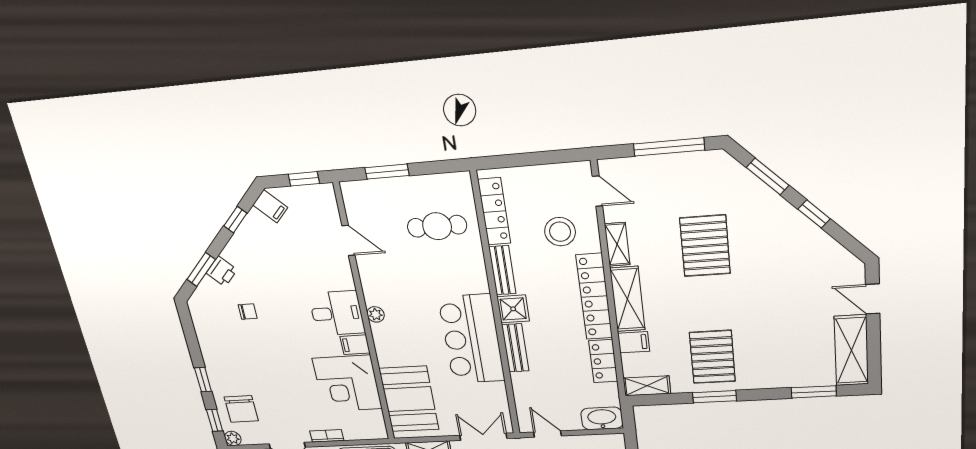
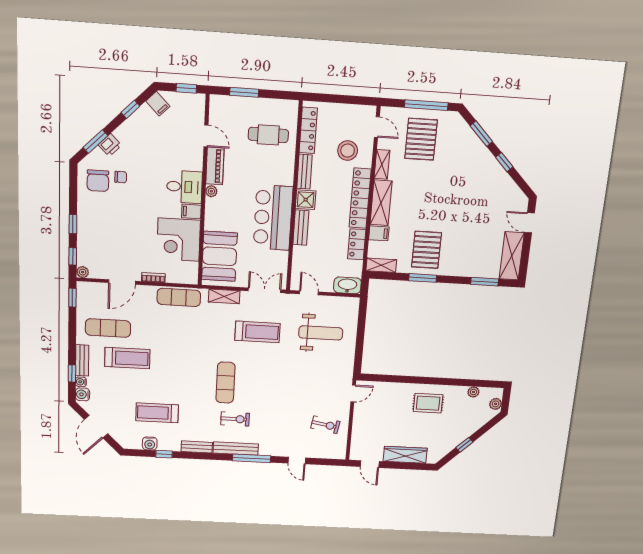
pallet: (705, 246) -> (421, 139), moved
piano: (372, 280) -> (215, 166), added
chair: (241, 409) -> (98, 181), moved

